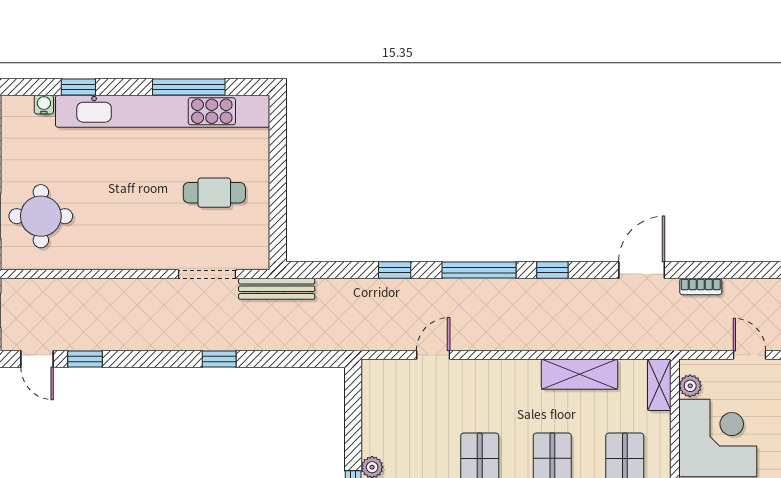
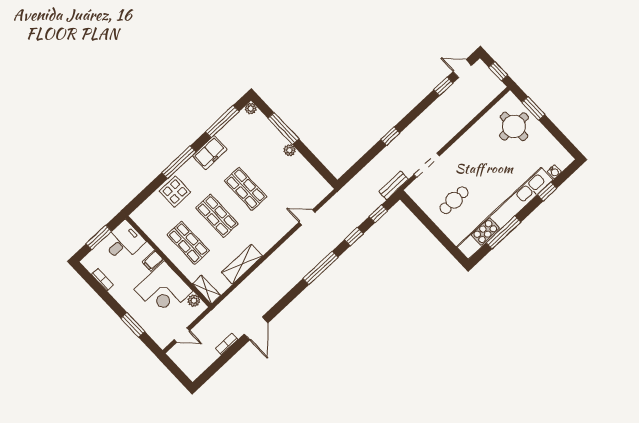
window: (552, 270) -> (378, 214), moved
bench: (277, 289) -> (394, 185), width x0.73
door: (433, 355) -> (307, 217), swing flipped

